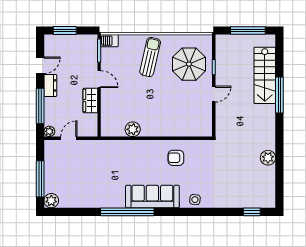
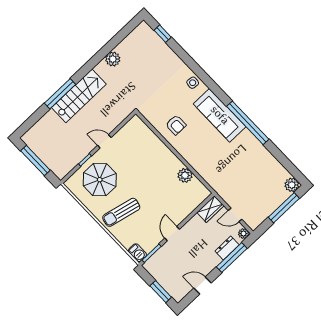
stairs: (265, 75) -> (79, 96), moved
dresser: (50, 85) -> (227, 248), moved
wardrobe: (90, 101) -> (210, 209), moved

